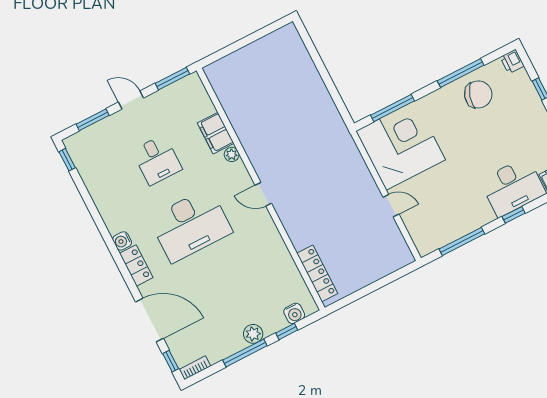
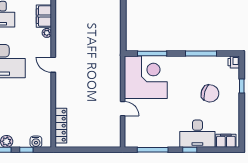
chair: (478, 94) -> (210, 93), moved

